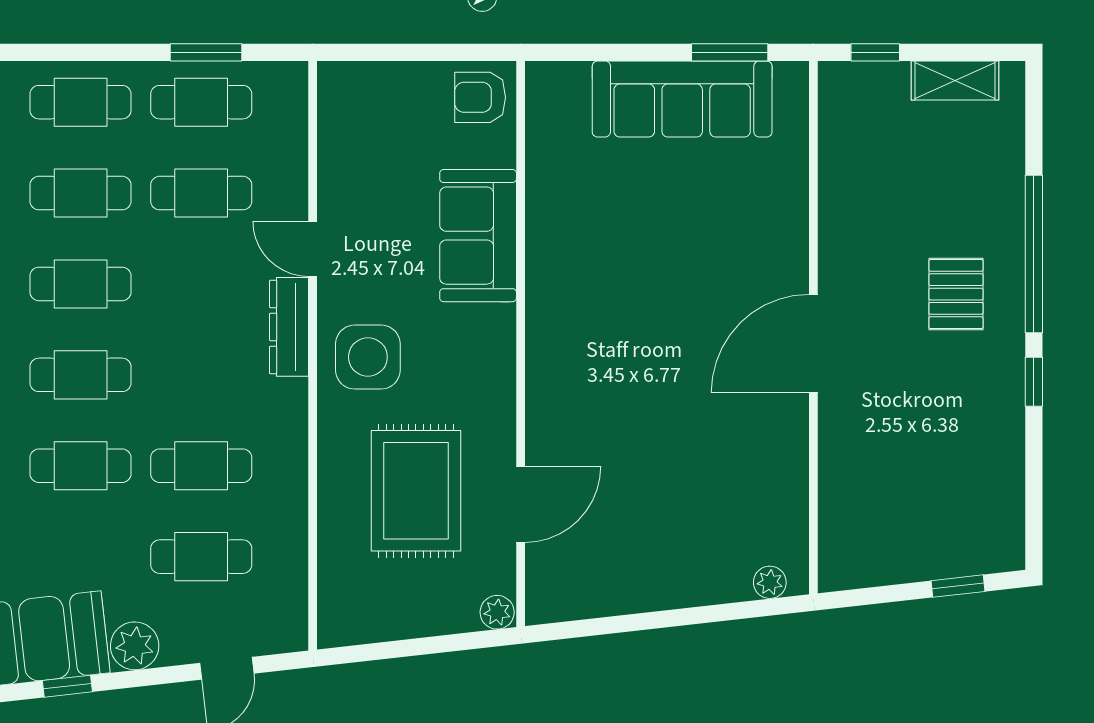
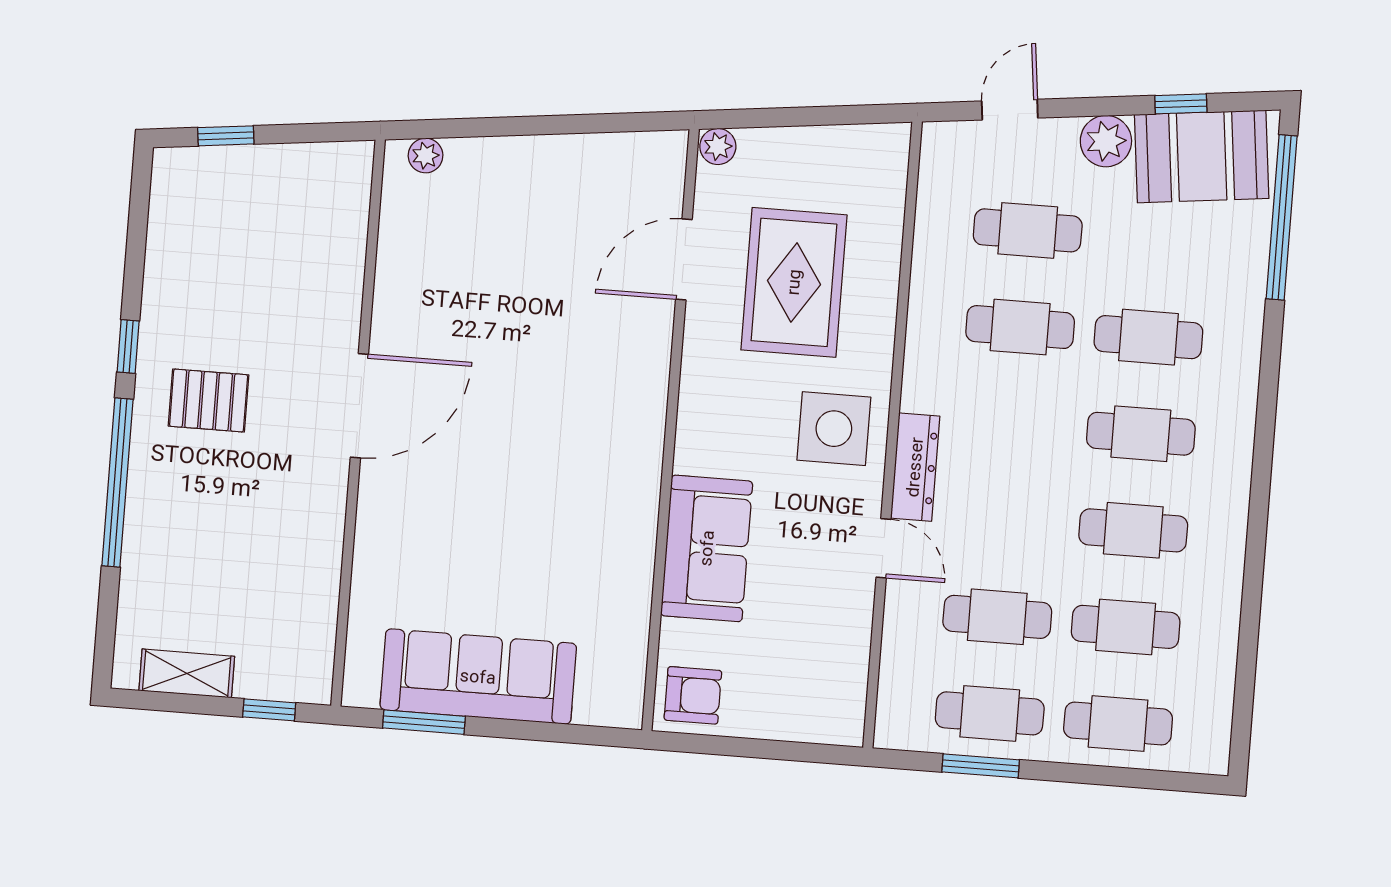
pallet: (956, 294) -> (209, 401), moved, turned 90

